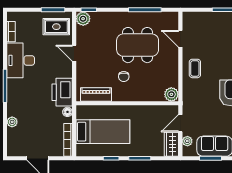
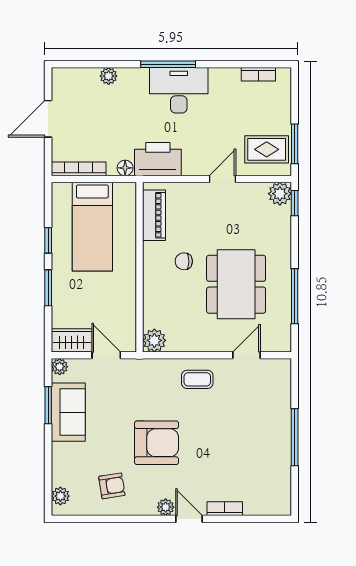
rug: (56, 27) -> (267, 149), turned 90
desk: (21, 60) -> (179, 90), moved
plant: (187, 141) -> (60, 367), moved

